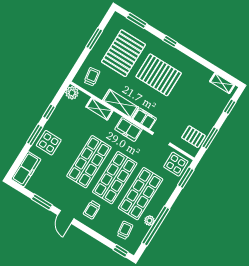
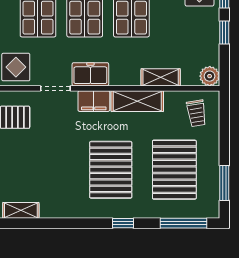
window: (137, 21) -> (184, 223), width x1.44
window: (94, 39) -> (224, 183), moved
pallet: (159, 75) -> (111, 170), turned 90
freezer: (128, 129) -> (90, 74), moved

